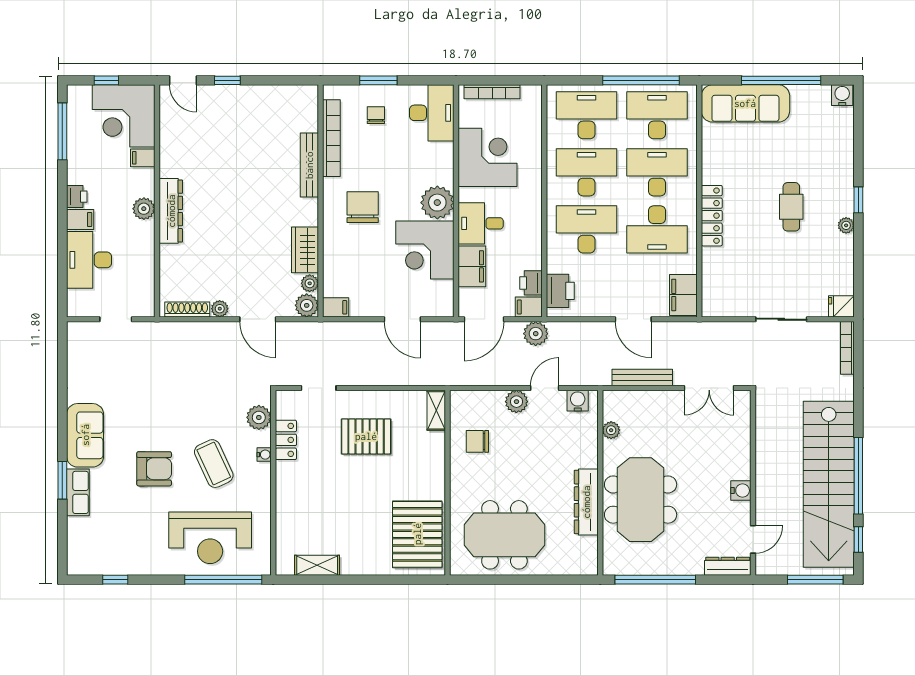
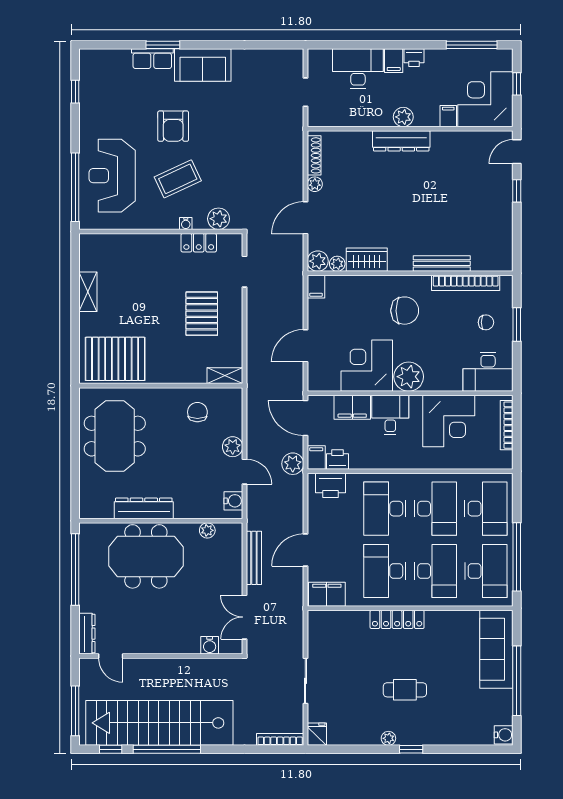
desk: (587, 229) -> (385, 509), turned 180
water cooler: (741, 491) -> (210, 645), moved
shelving: (317, 565) -> (88, 292), moved

